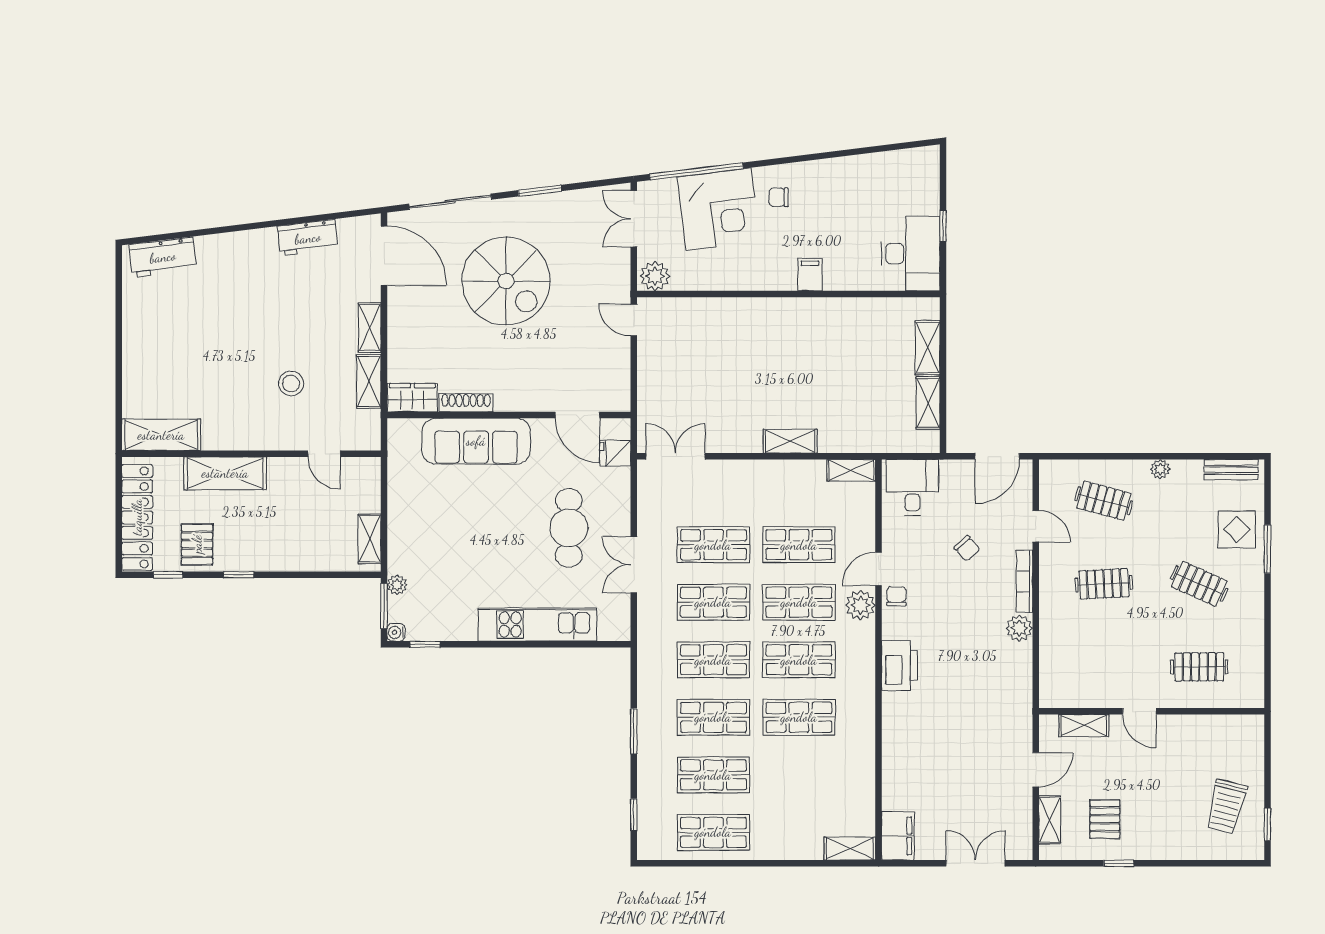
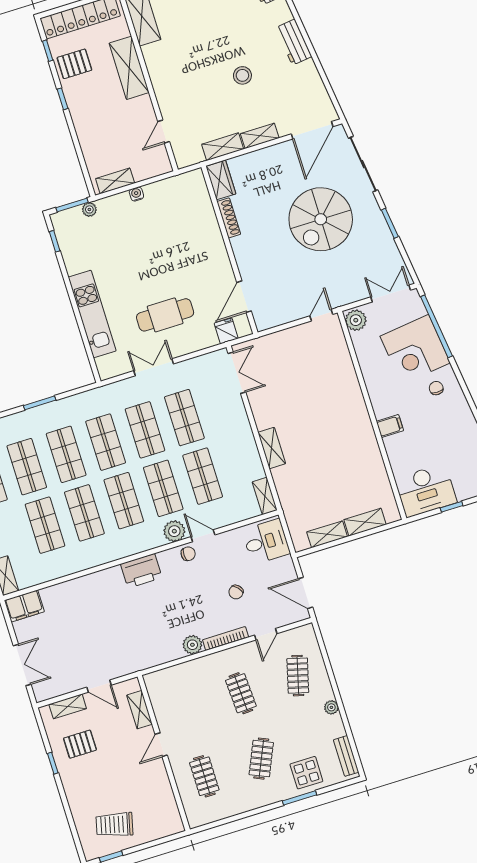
workbench: (308, 238) -> (294, 42), moved
stool: (291, 383) -> (242, 75), moved
sofa: (476, 441) -> (205, 233), removed
water cooler: (396, 632) -> (136, 194), moved
shop shelf: (799, 775) -> (45, 525), added

